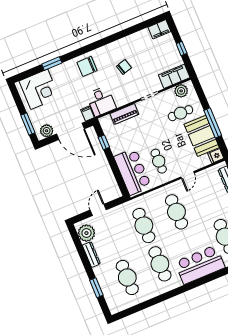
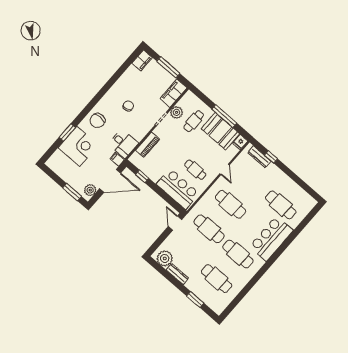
window: (182, 48) -> (168, 67), width x2.17
corner desk: (39, 89) -> (78, 146), moved
plant: (181, 91) -> (177, 112), moved
door: (98, 210) -> (175, 223), moved

